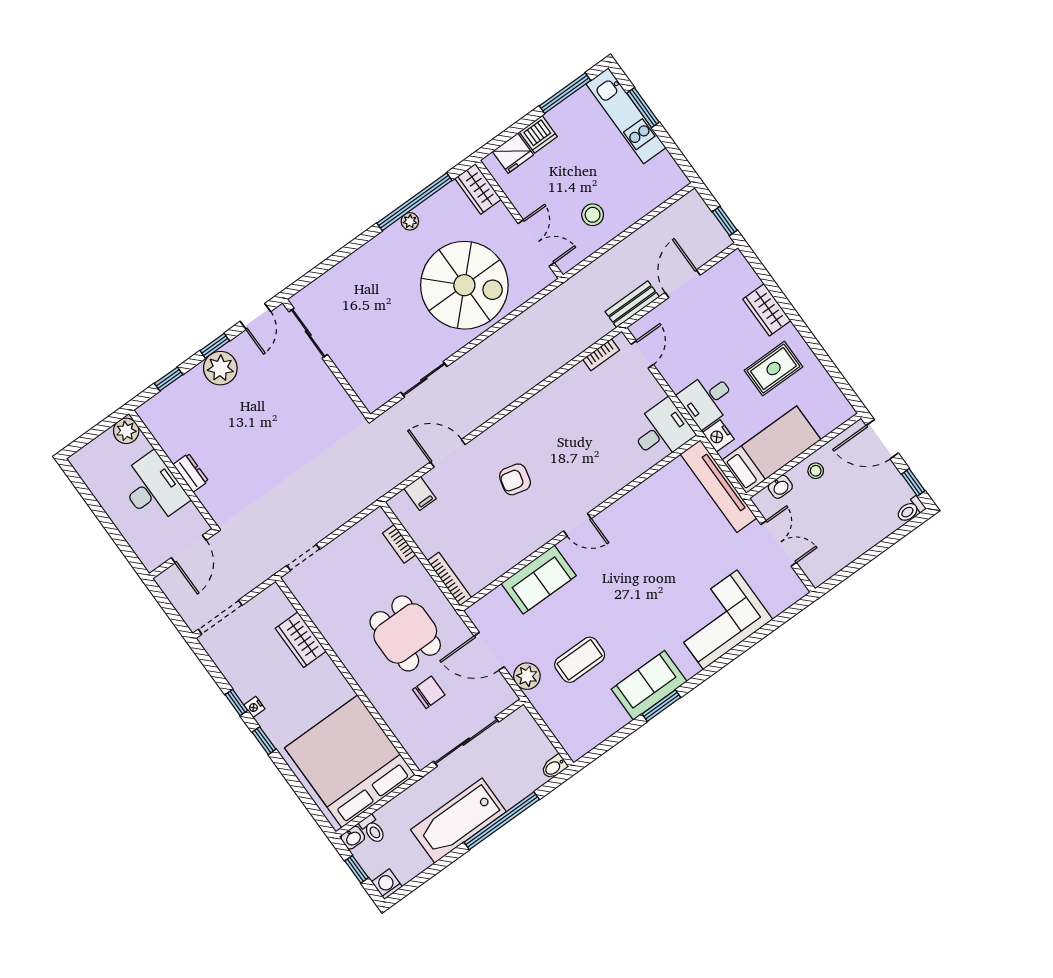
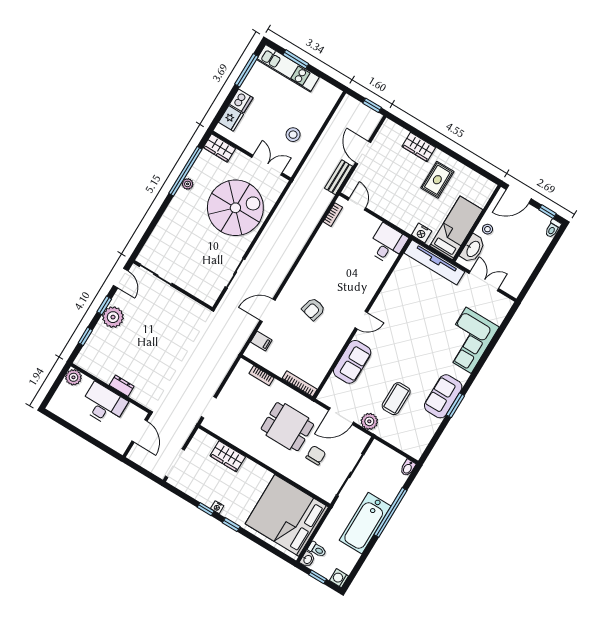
desk: (707, 399) -> (406, 214), removed
washbasin: (780, 487) -> (473, 249), width x1.91, depth x1.45

